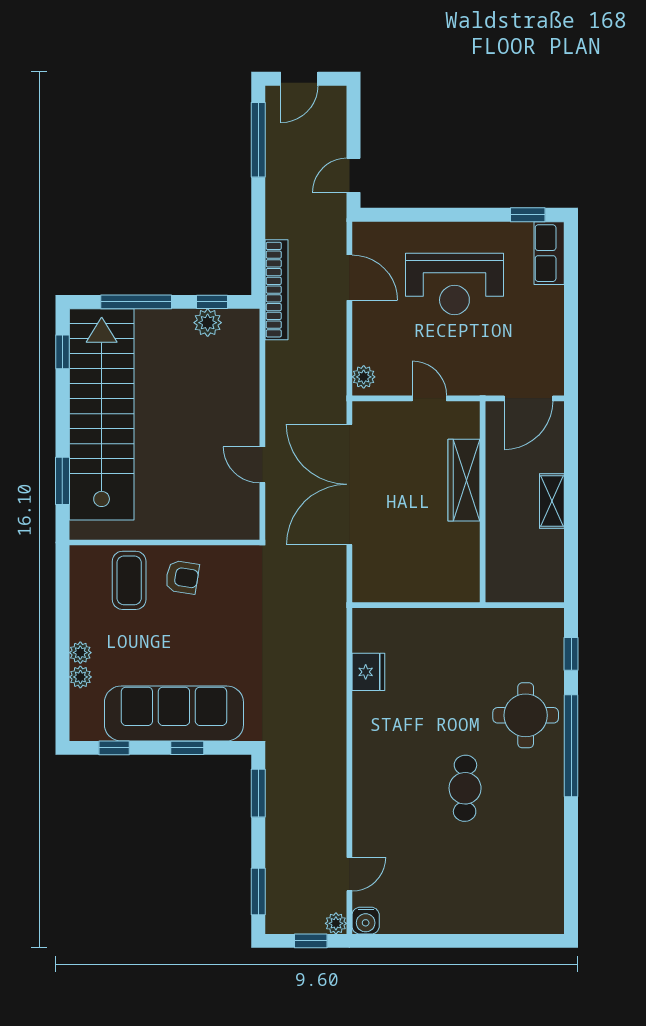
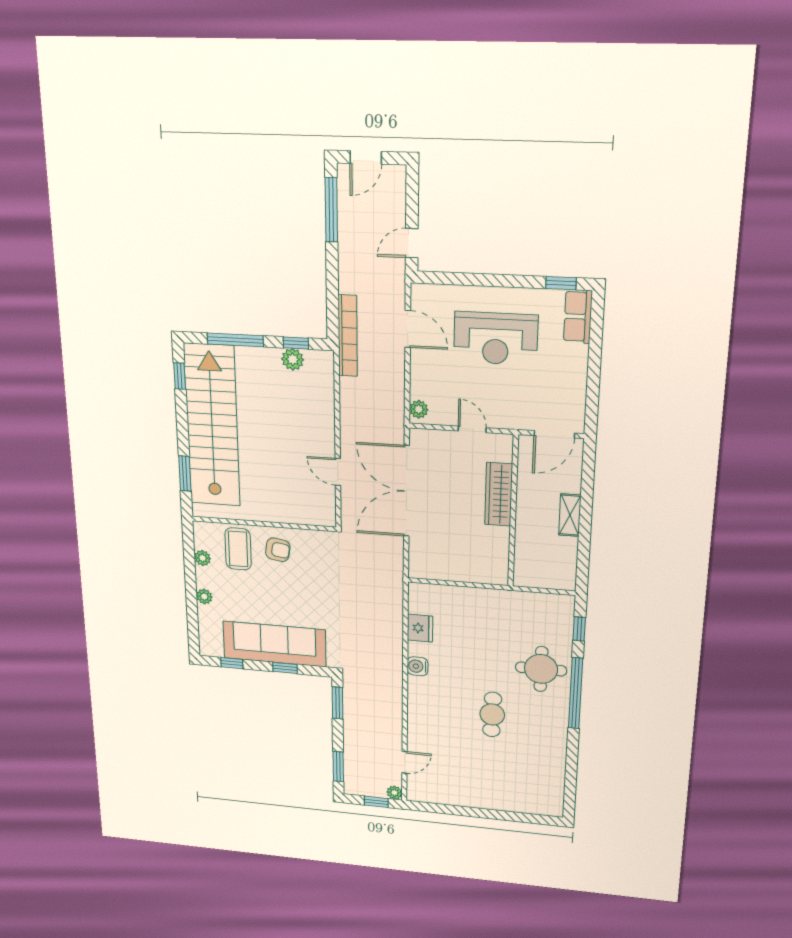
plant: (80, 677) -> (202, 558), moved
water cooler: (366, 921) -> (417, 666), moved, turned 90

